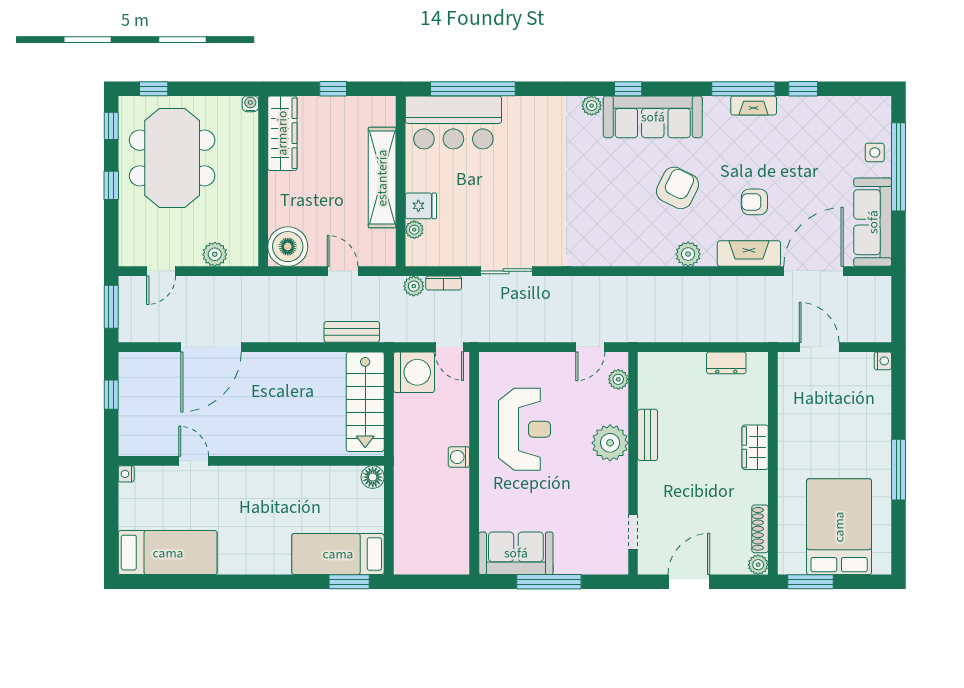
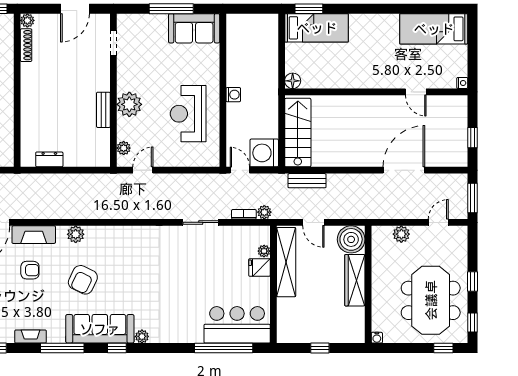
window: (743, 89) -> (62, 348), moved
wardrobe: (282, 133) -> (355, 280), moved
shelving: (382, 178) -> (286, 262), moved
wardrobe: (755, 447) -> (29, 101), removed

